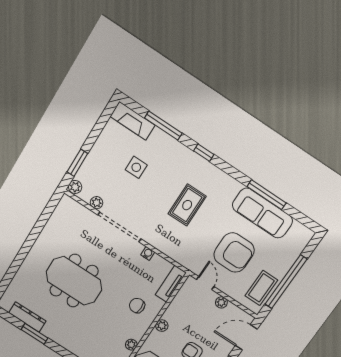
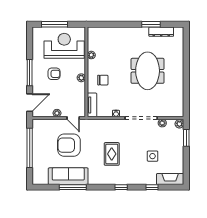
window: (163, 126) -> (152, 187), width x0.46
meeting table: (74, 281) -> (148, 71), turned 90
coffee table: (261, 288) -> (41, 136), removed

